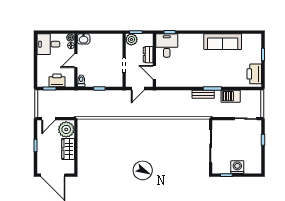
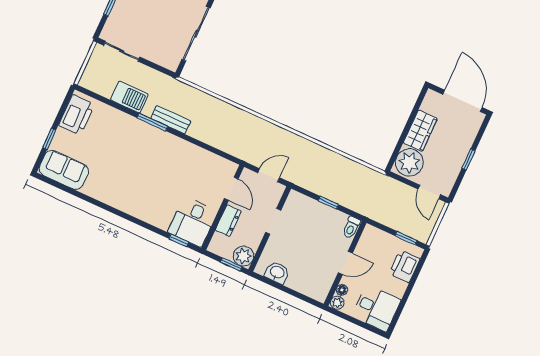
washbasin: (84, 39) -> (277, 273), moved
sofa: (223, 42) -> (64, 170), moved, width x0.73
printer: (57, 80) -> (404, 266), moved, turned 90
door: (48, 119) -> (429, 192), swing flipped

